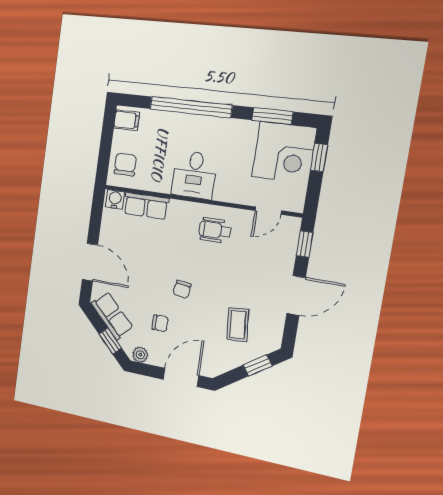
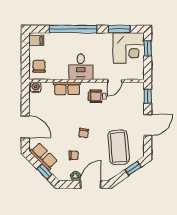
row of seats: (146, 206) -> (67, 88), moved
door: (268, 211) -> (114, 81), moved
coffee table: (238, 325) -> (118, 147), width x1.86, depth x1.72
plant: (140, 355) -> (76, 176), moved

